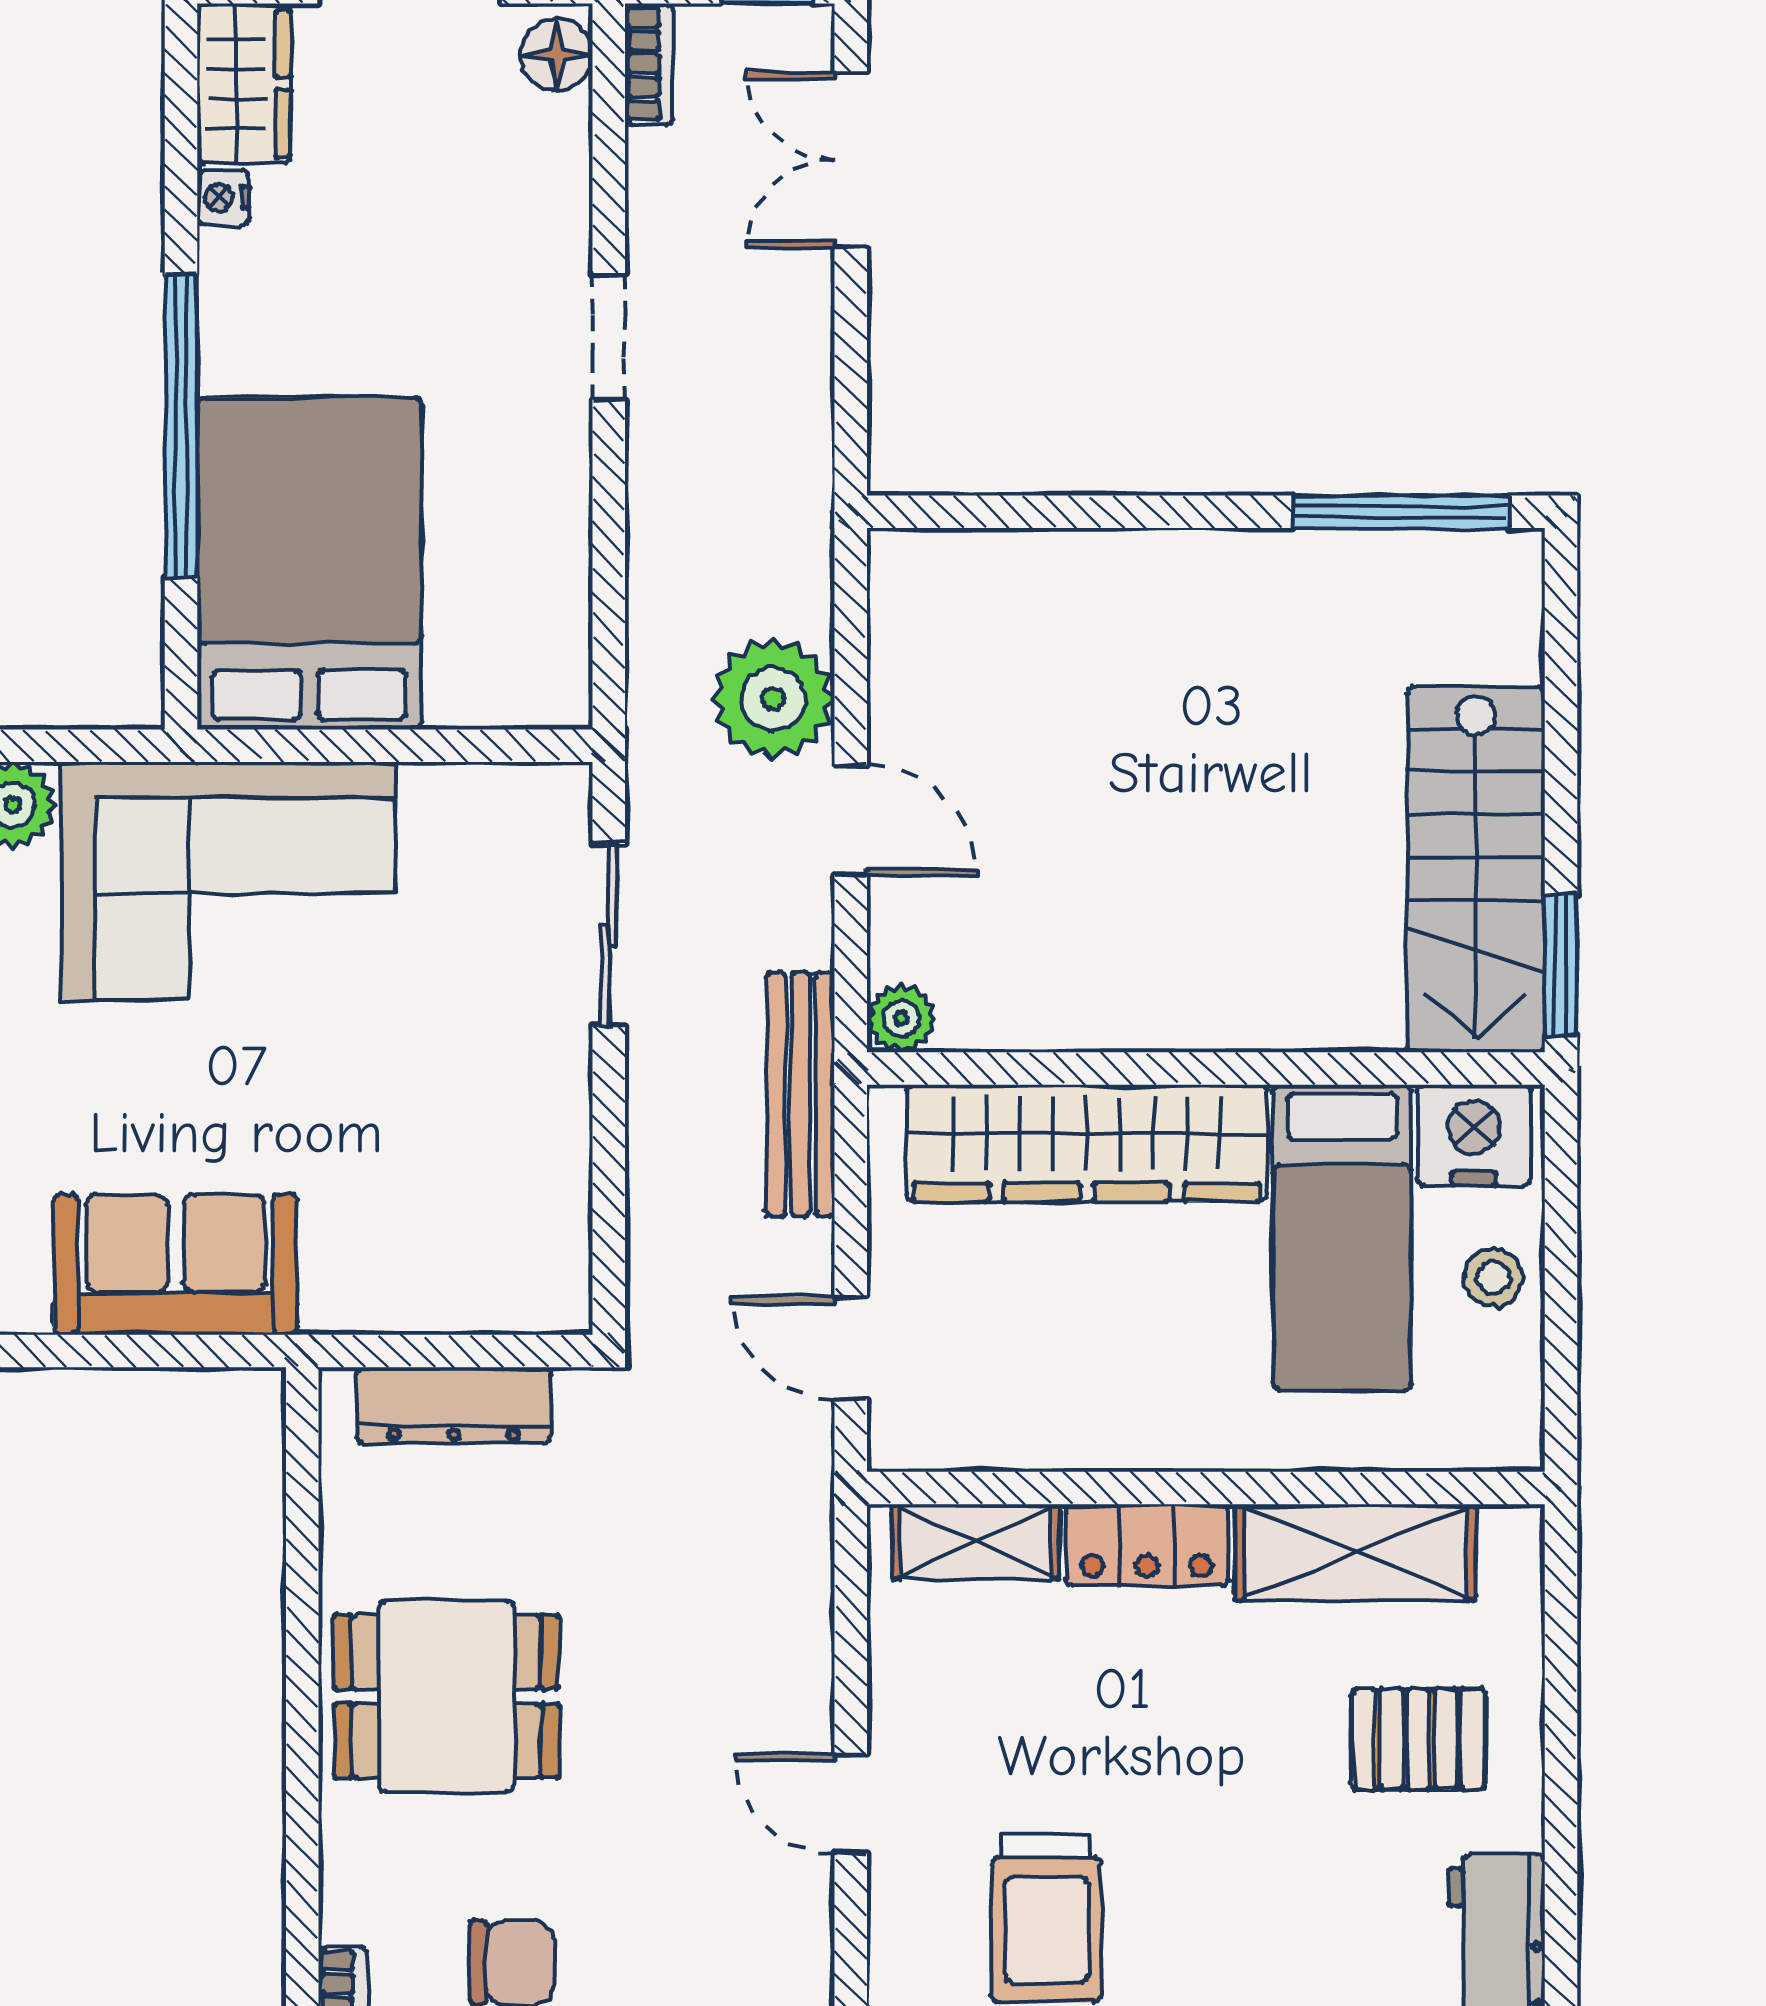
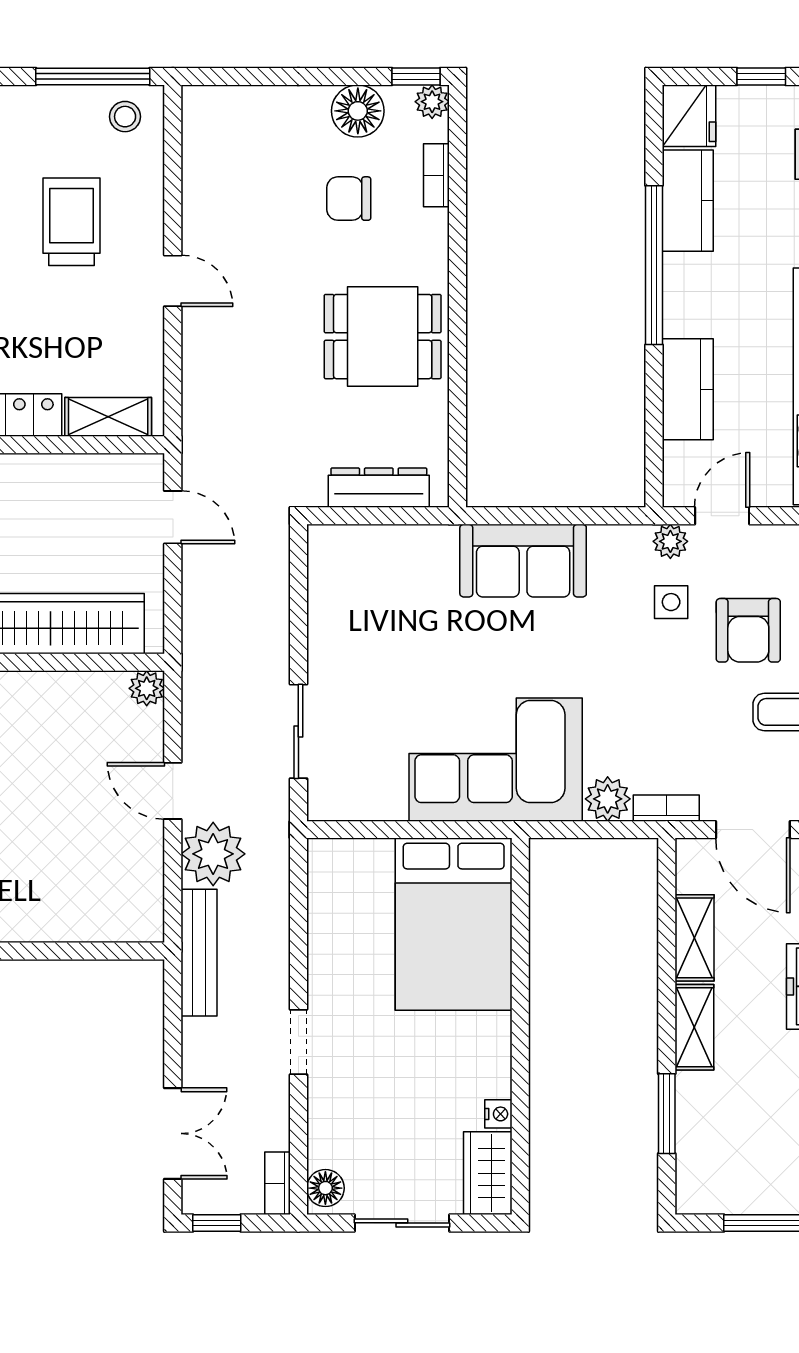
window: (181, 426) -> (520, 995), removed
bench: (800, 1094) -> (199, 953), moved

